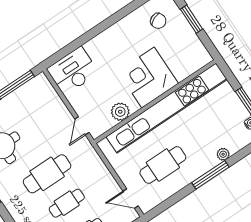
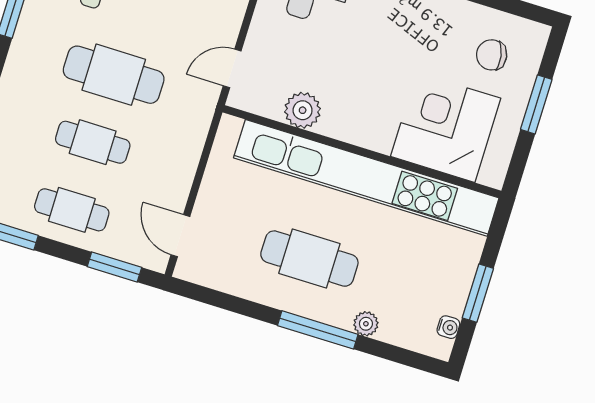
chair: (158, 21) -> (492, 55), turned 102
corner desk: (148, 77) -> (446, 127), moved
cafe table: (163, 165) -> (309, 259), moved

